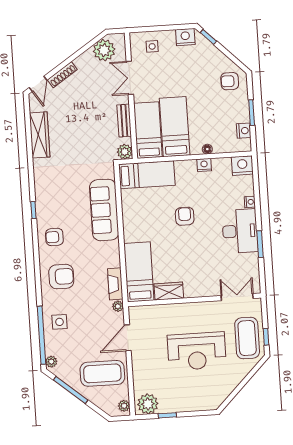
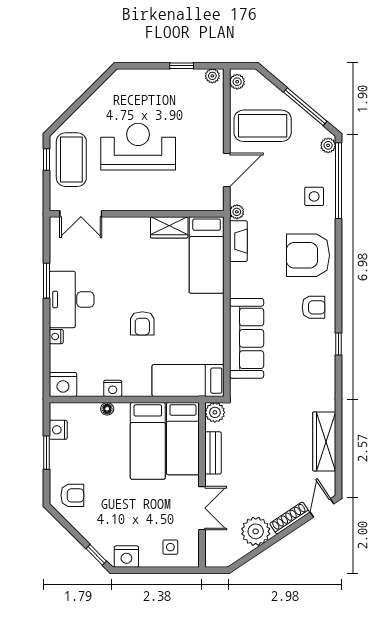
plant: (104, 50) -> (256, 531), moved
armchair: (61, 277) -> (308, 255), width x1.36, depth x1.36
plant: (148, 404) -> (212, 76), width x0.53, depth x0.53

